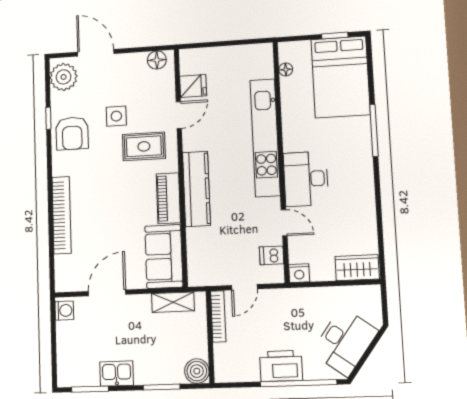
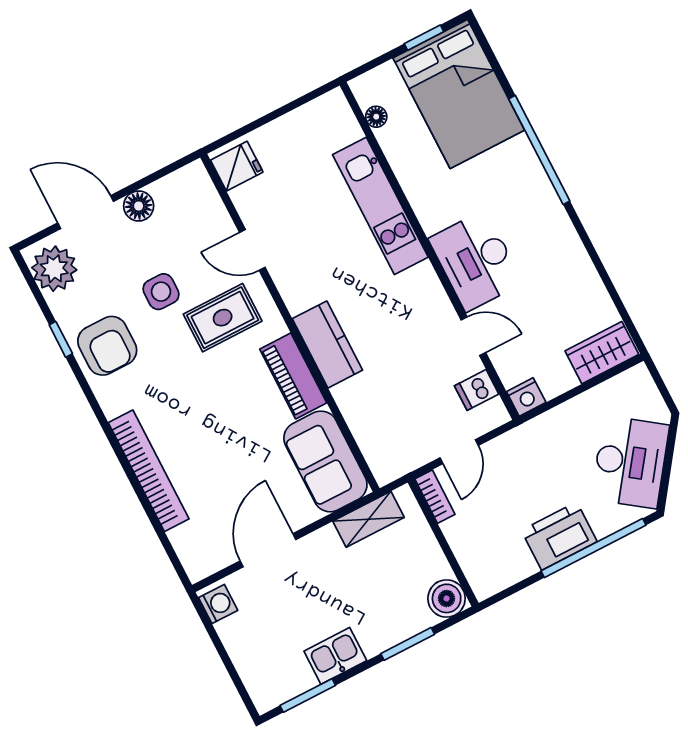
floor lamp: (157, 60) -> (139, 206), moved
fridge: (193, 86) -> (237, 166), moved
door: (179, 115) -> (252, 250), swing flipped
window: (374, 130) -> (539, 150), width x1.46
kitchen unit: (265, 138) -> (380, 206), width x0.73
kitchen counter: (196, 189) -> (327, 344), width x0.67
bookcase: (218, 316) -> (435, 497), width x0.64

